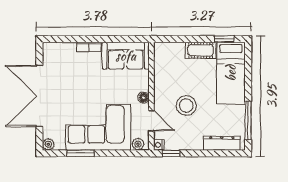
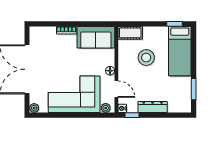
cot: (201, 50) -> (130, 33), moved
stool: (186, 105) -> (146, 58), moved
window: (248, 121) -> (194, 89), width x0.69
dresser: (222, 143) -> (153, 107), moved
window: (81, 153) -> (60, 115), removed

